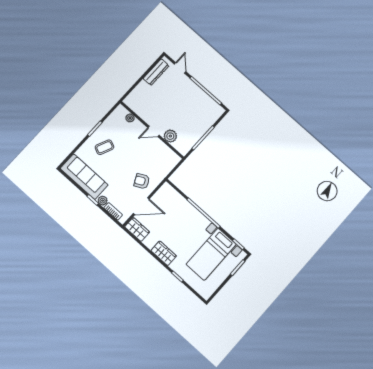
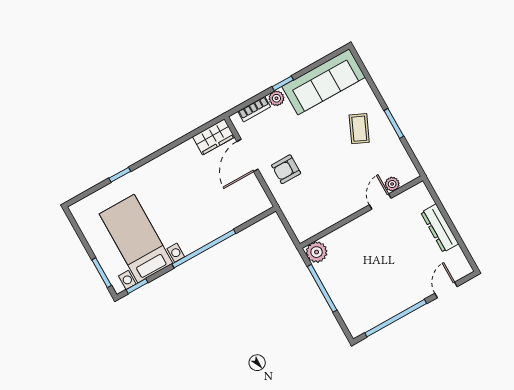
door: (180, 68) -> (446, 290), swing flipped
dresser: (156, 72) -> (440, 228), moved
door: (154, 131) -> (380, 201), moved
plant: (170, 136) -> (317, 252), moved
armchair: (142, 181) -> (286, 169), turned -153
wardrobe: (164, 253) -> (163, 166), removed

